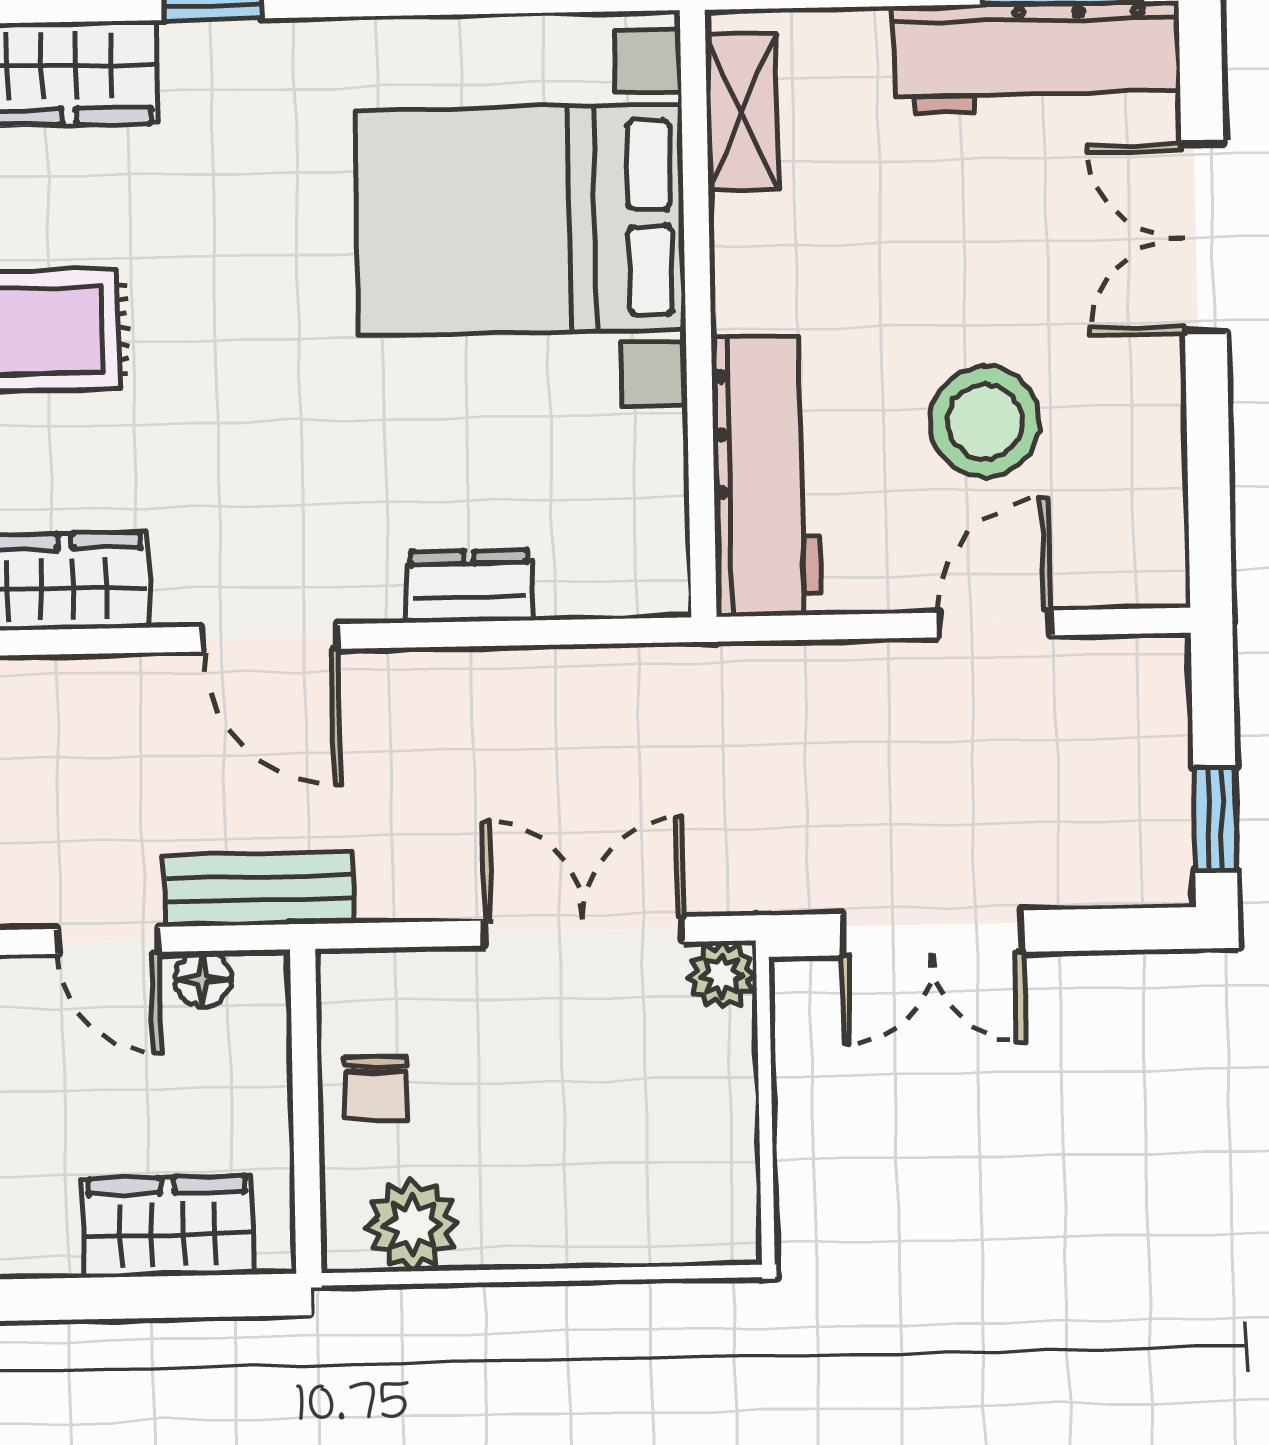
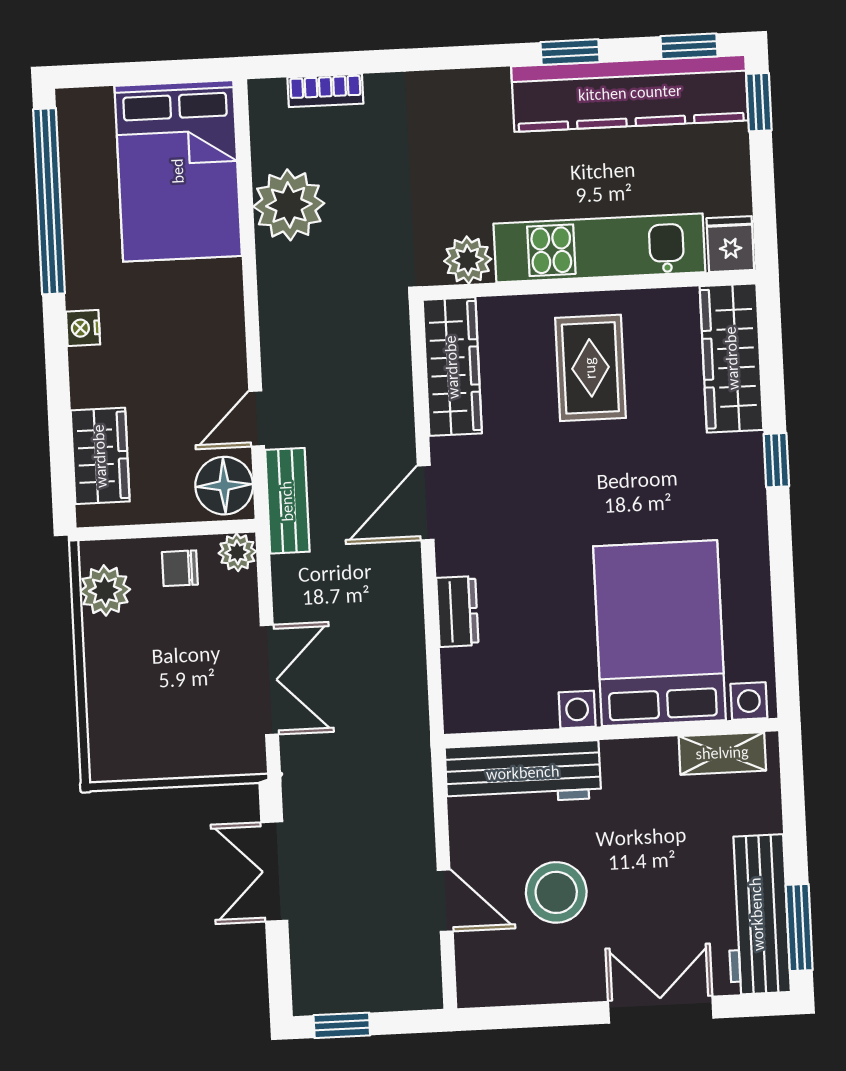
plant: (722, 976) -> (237, 552), moved
floor lamp: (203, 979) -> (224, 486), width x1.89, depth x1.89

